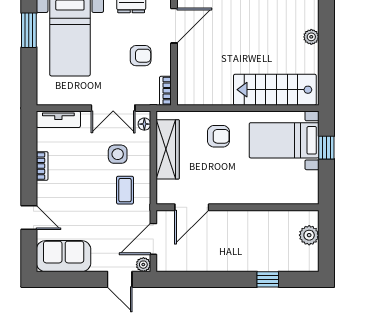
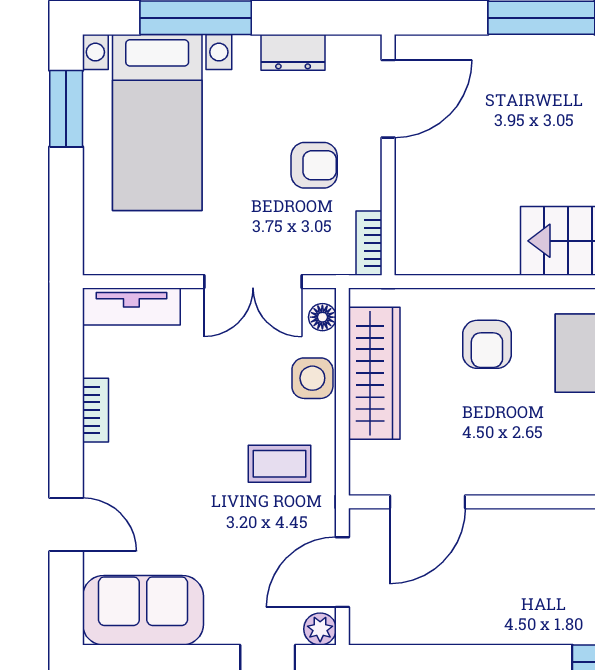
armchair: (218, 136) -> (487, 344), turned 90
side table: (118, 154) -> (312, 378), moved
coffee table: (125, 190) -> (279, 464), turned 90

